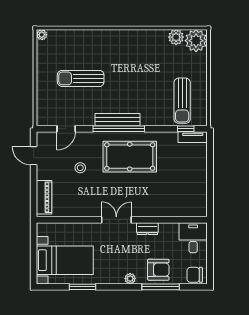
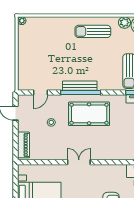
sun lounger: (81, 78) -> (93, 31), moved
dresser: (147, 229) -> (103, 169), removed

